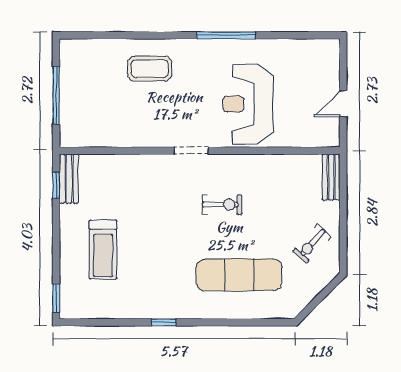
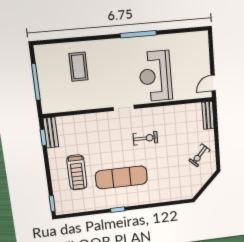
coffee table: (150, 69) -> (78, 67), moved, turned 90
door: (343, 104) -> (213, 83), moved
exercise mat: (239, 275) -> (121, 177), moved

